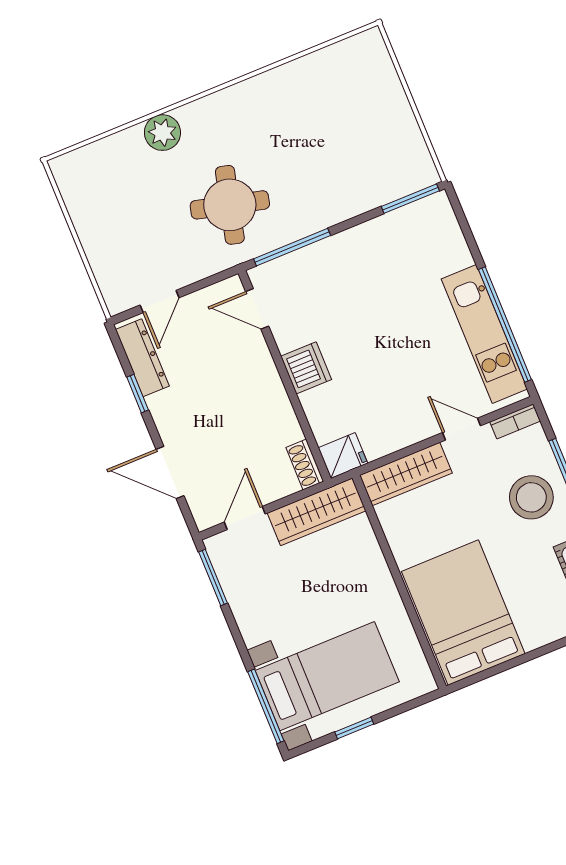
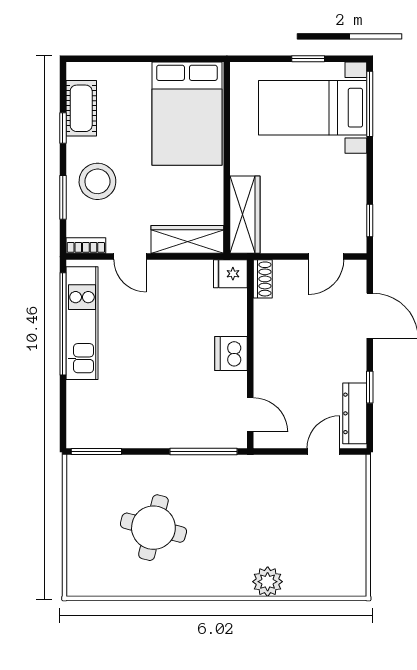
round table: (230, 205) -> (153, 528), moved
wardrobe: (317, 512) -> (245, 215), moved, turned 90
window: (213, 577) -> (370, 220), width x0.67

